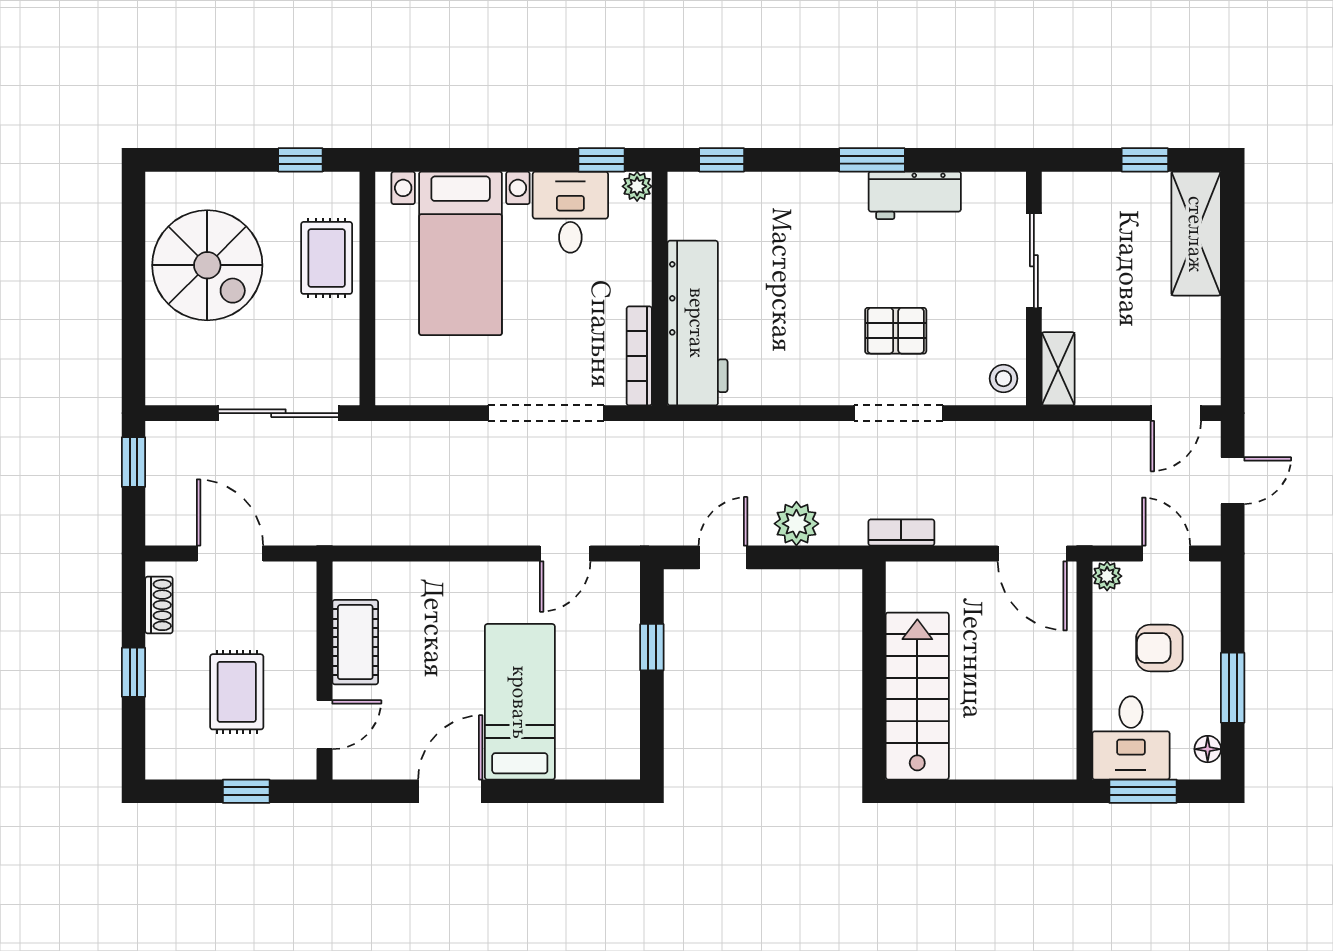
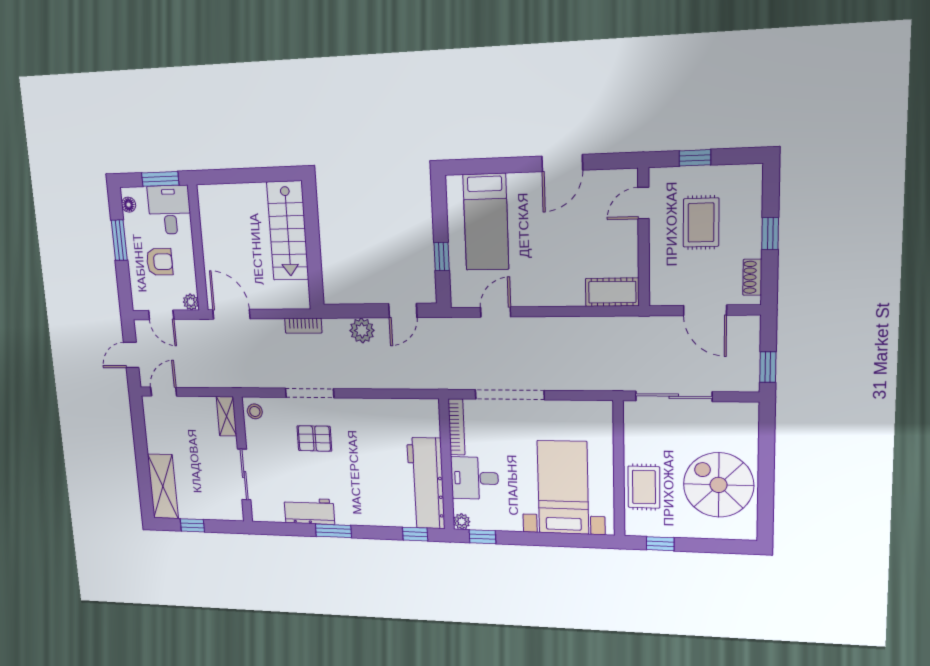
desk: (570, 212) -> (475, 478), moved, turned 90
workbench: (697, 323) -> (426, 483), moved
cot: (355, 642) -> (612, 292), moved, turned 90
bed: (520, 702) -> (486, 222), moved

